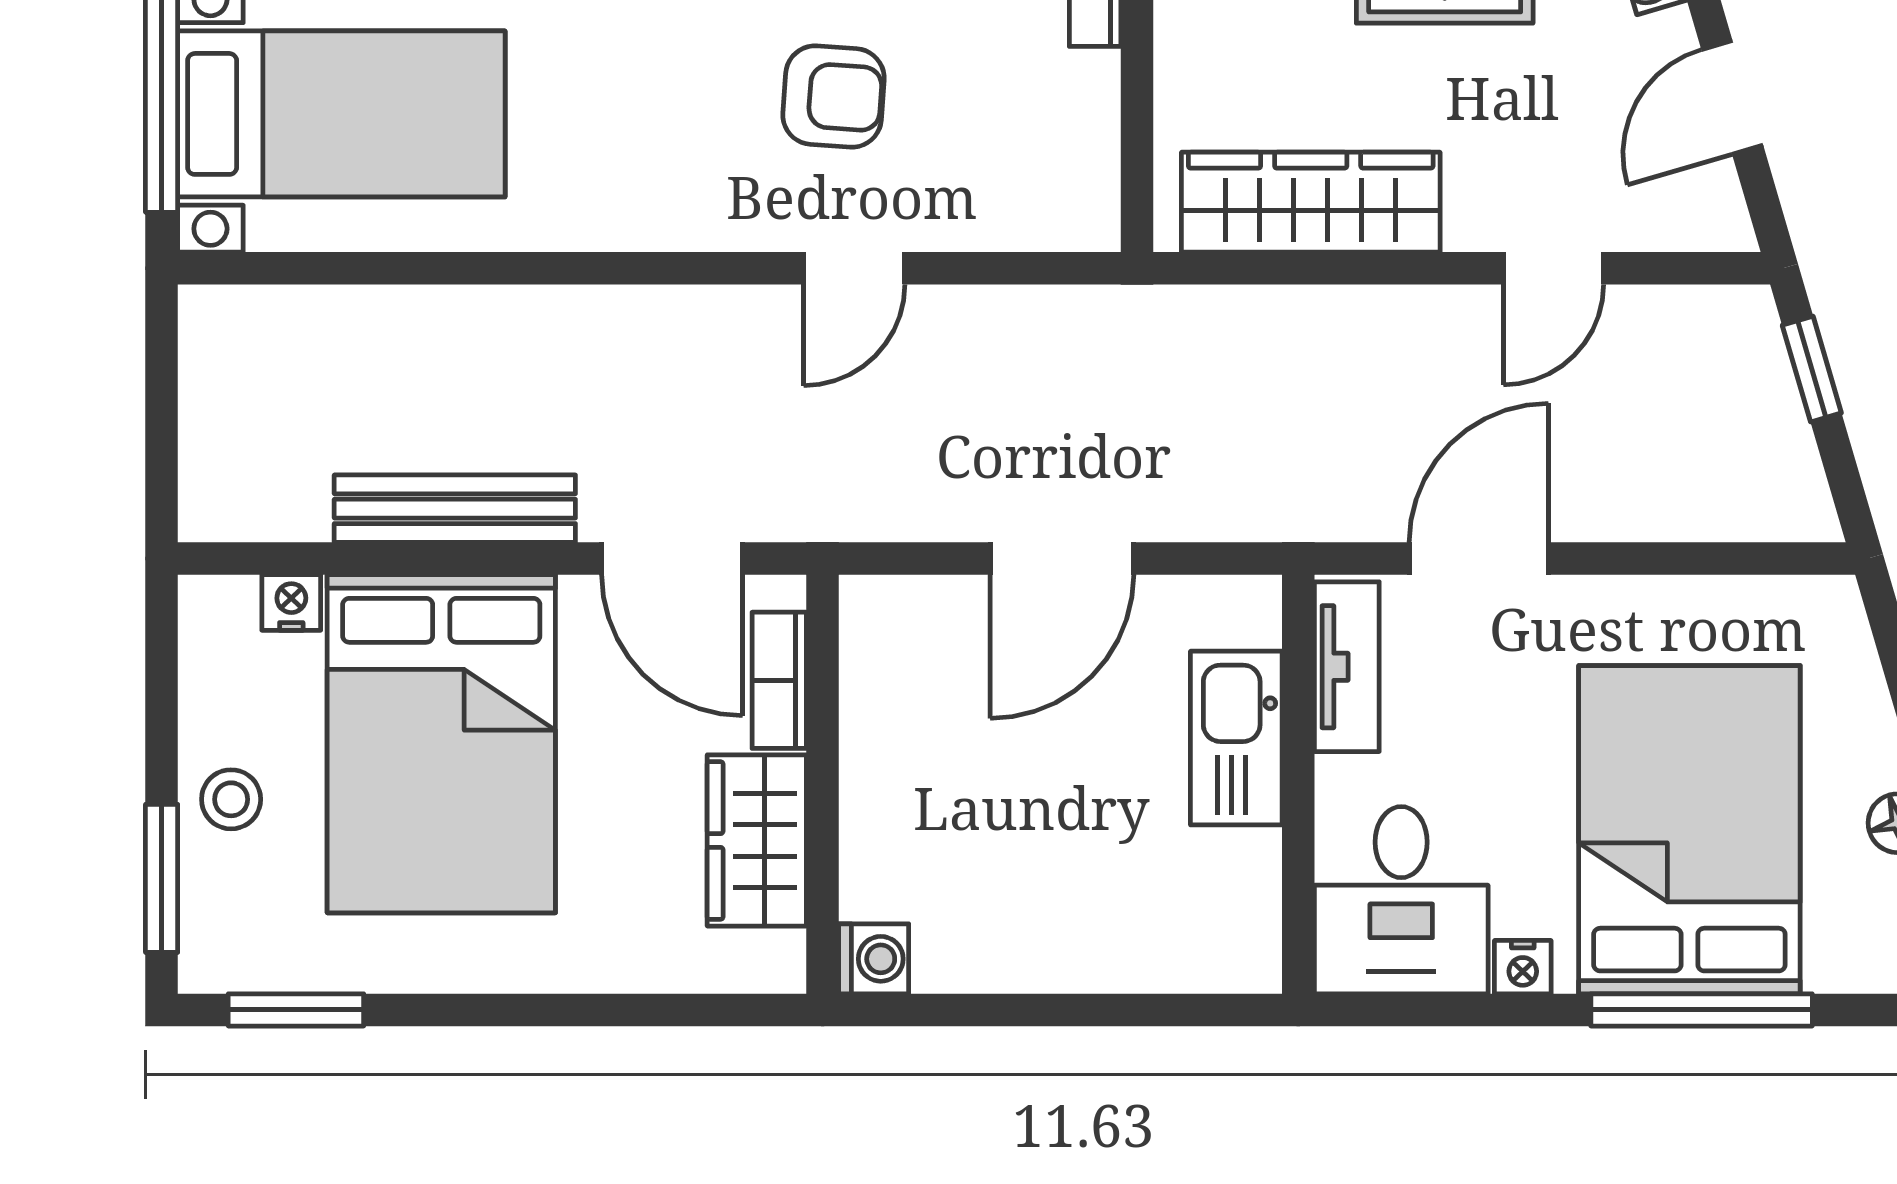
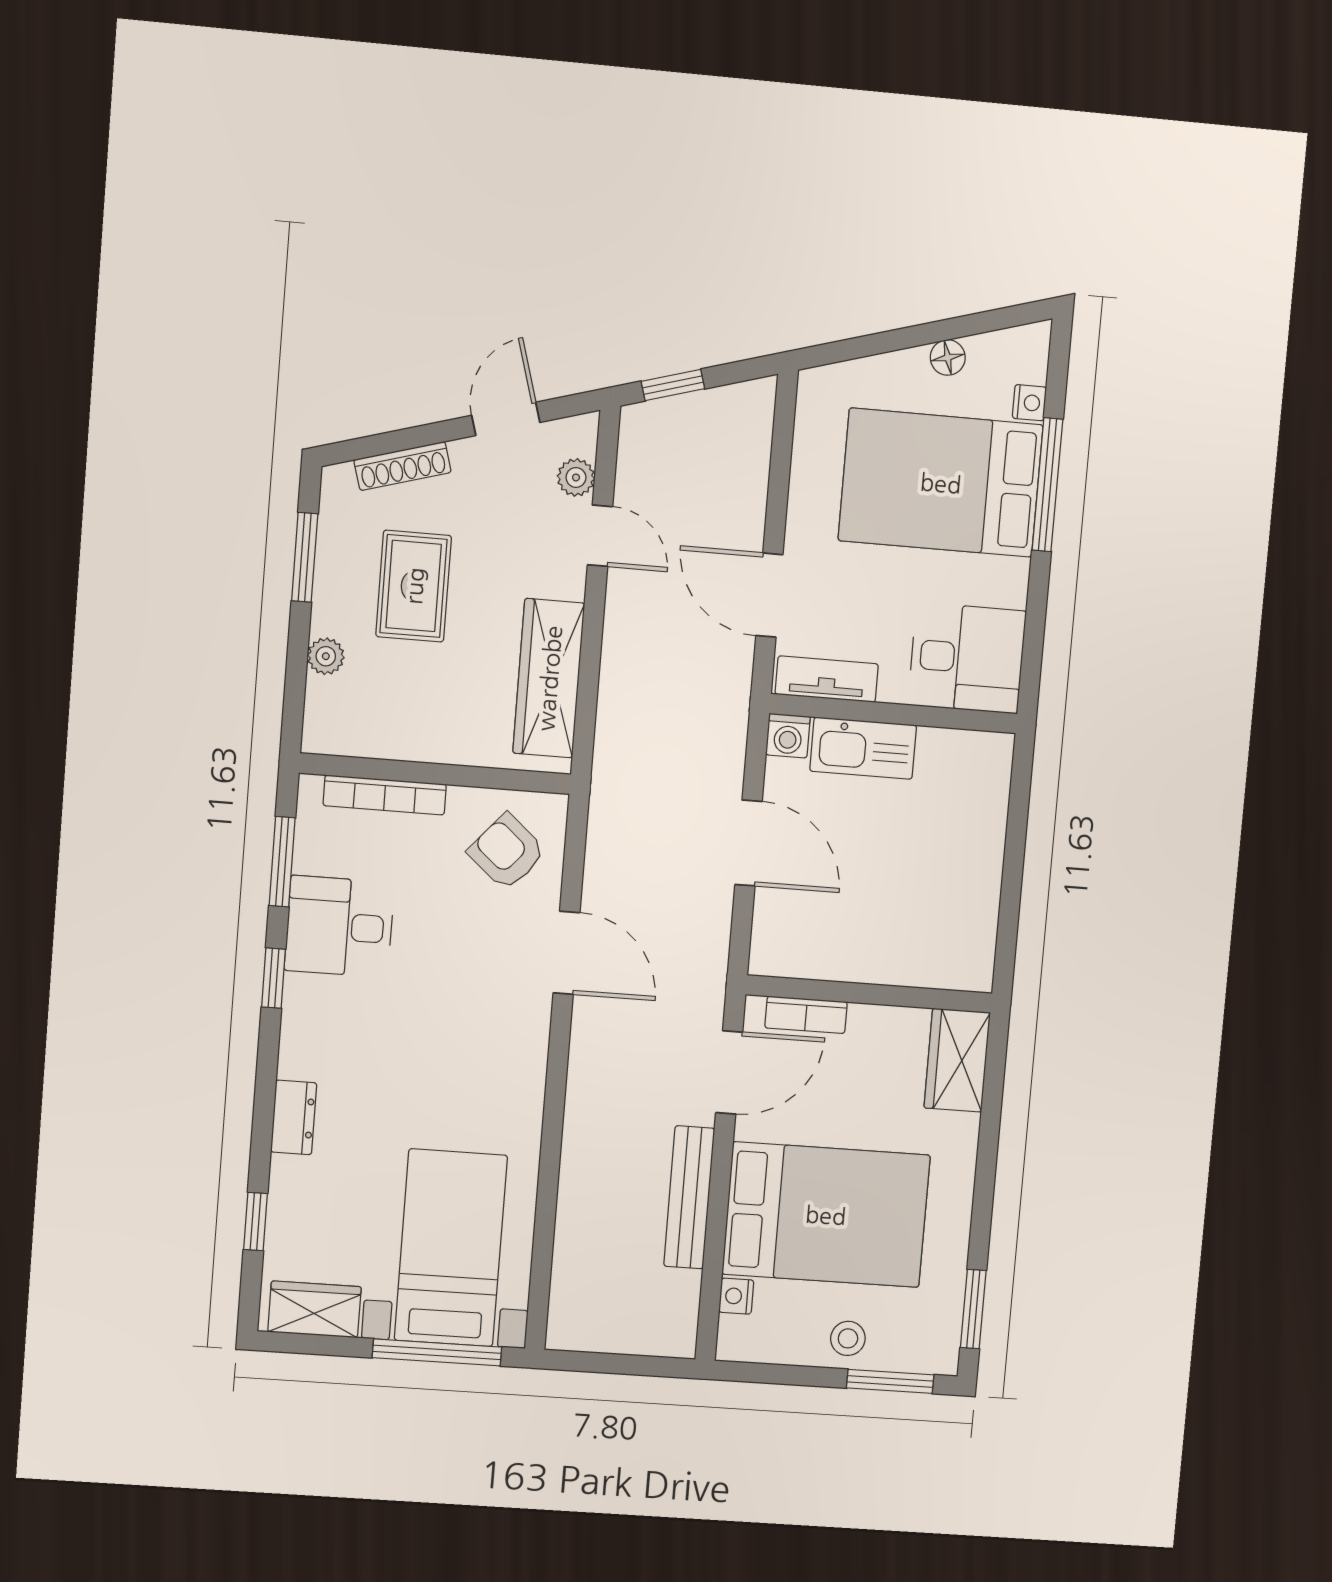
armchair: (834, 97) -> (507, 852), moved, turned -53
door: (1732, 97) -> (506, 419), swing flipped
plant: (1646, 221) -> (576, 477), added
door: (854, 268) -> (566, 953), width x1.38
wardrobe: (757, 840) -> (957, 1060), moved, turned 90
washing machine: (874, 959) -> (788, 736), moved, turned 180
nightstand: (1523, 967) -> (1029, 403), moved

